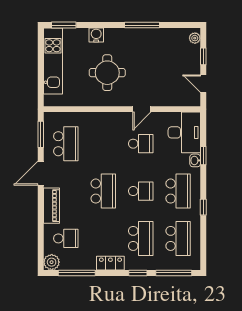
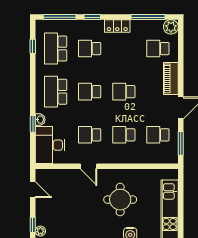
window: (203, 56) -> (33, 225), moved
door: (142, 109) -> (89, 166), swing flipped
school desk: (66, 144) -> (158, 135), width x0.54
school desk: (103, 144) -> (124, 135), added
school desk: (103, 191) -> (124, 92), width x0.54
window: (203, 207) -> (33, 46), moved
school desk: (141, 238) -> (90, 49), width x0.54

